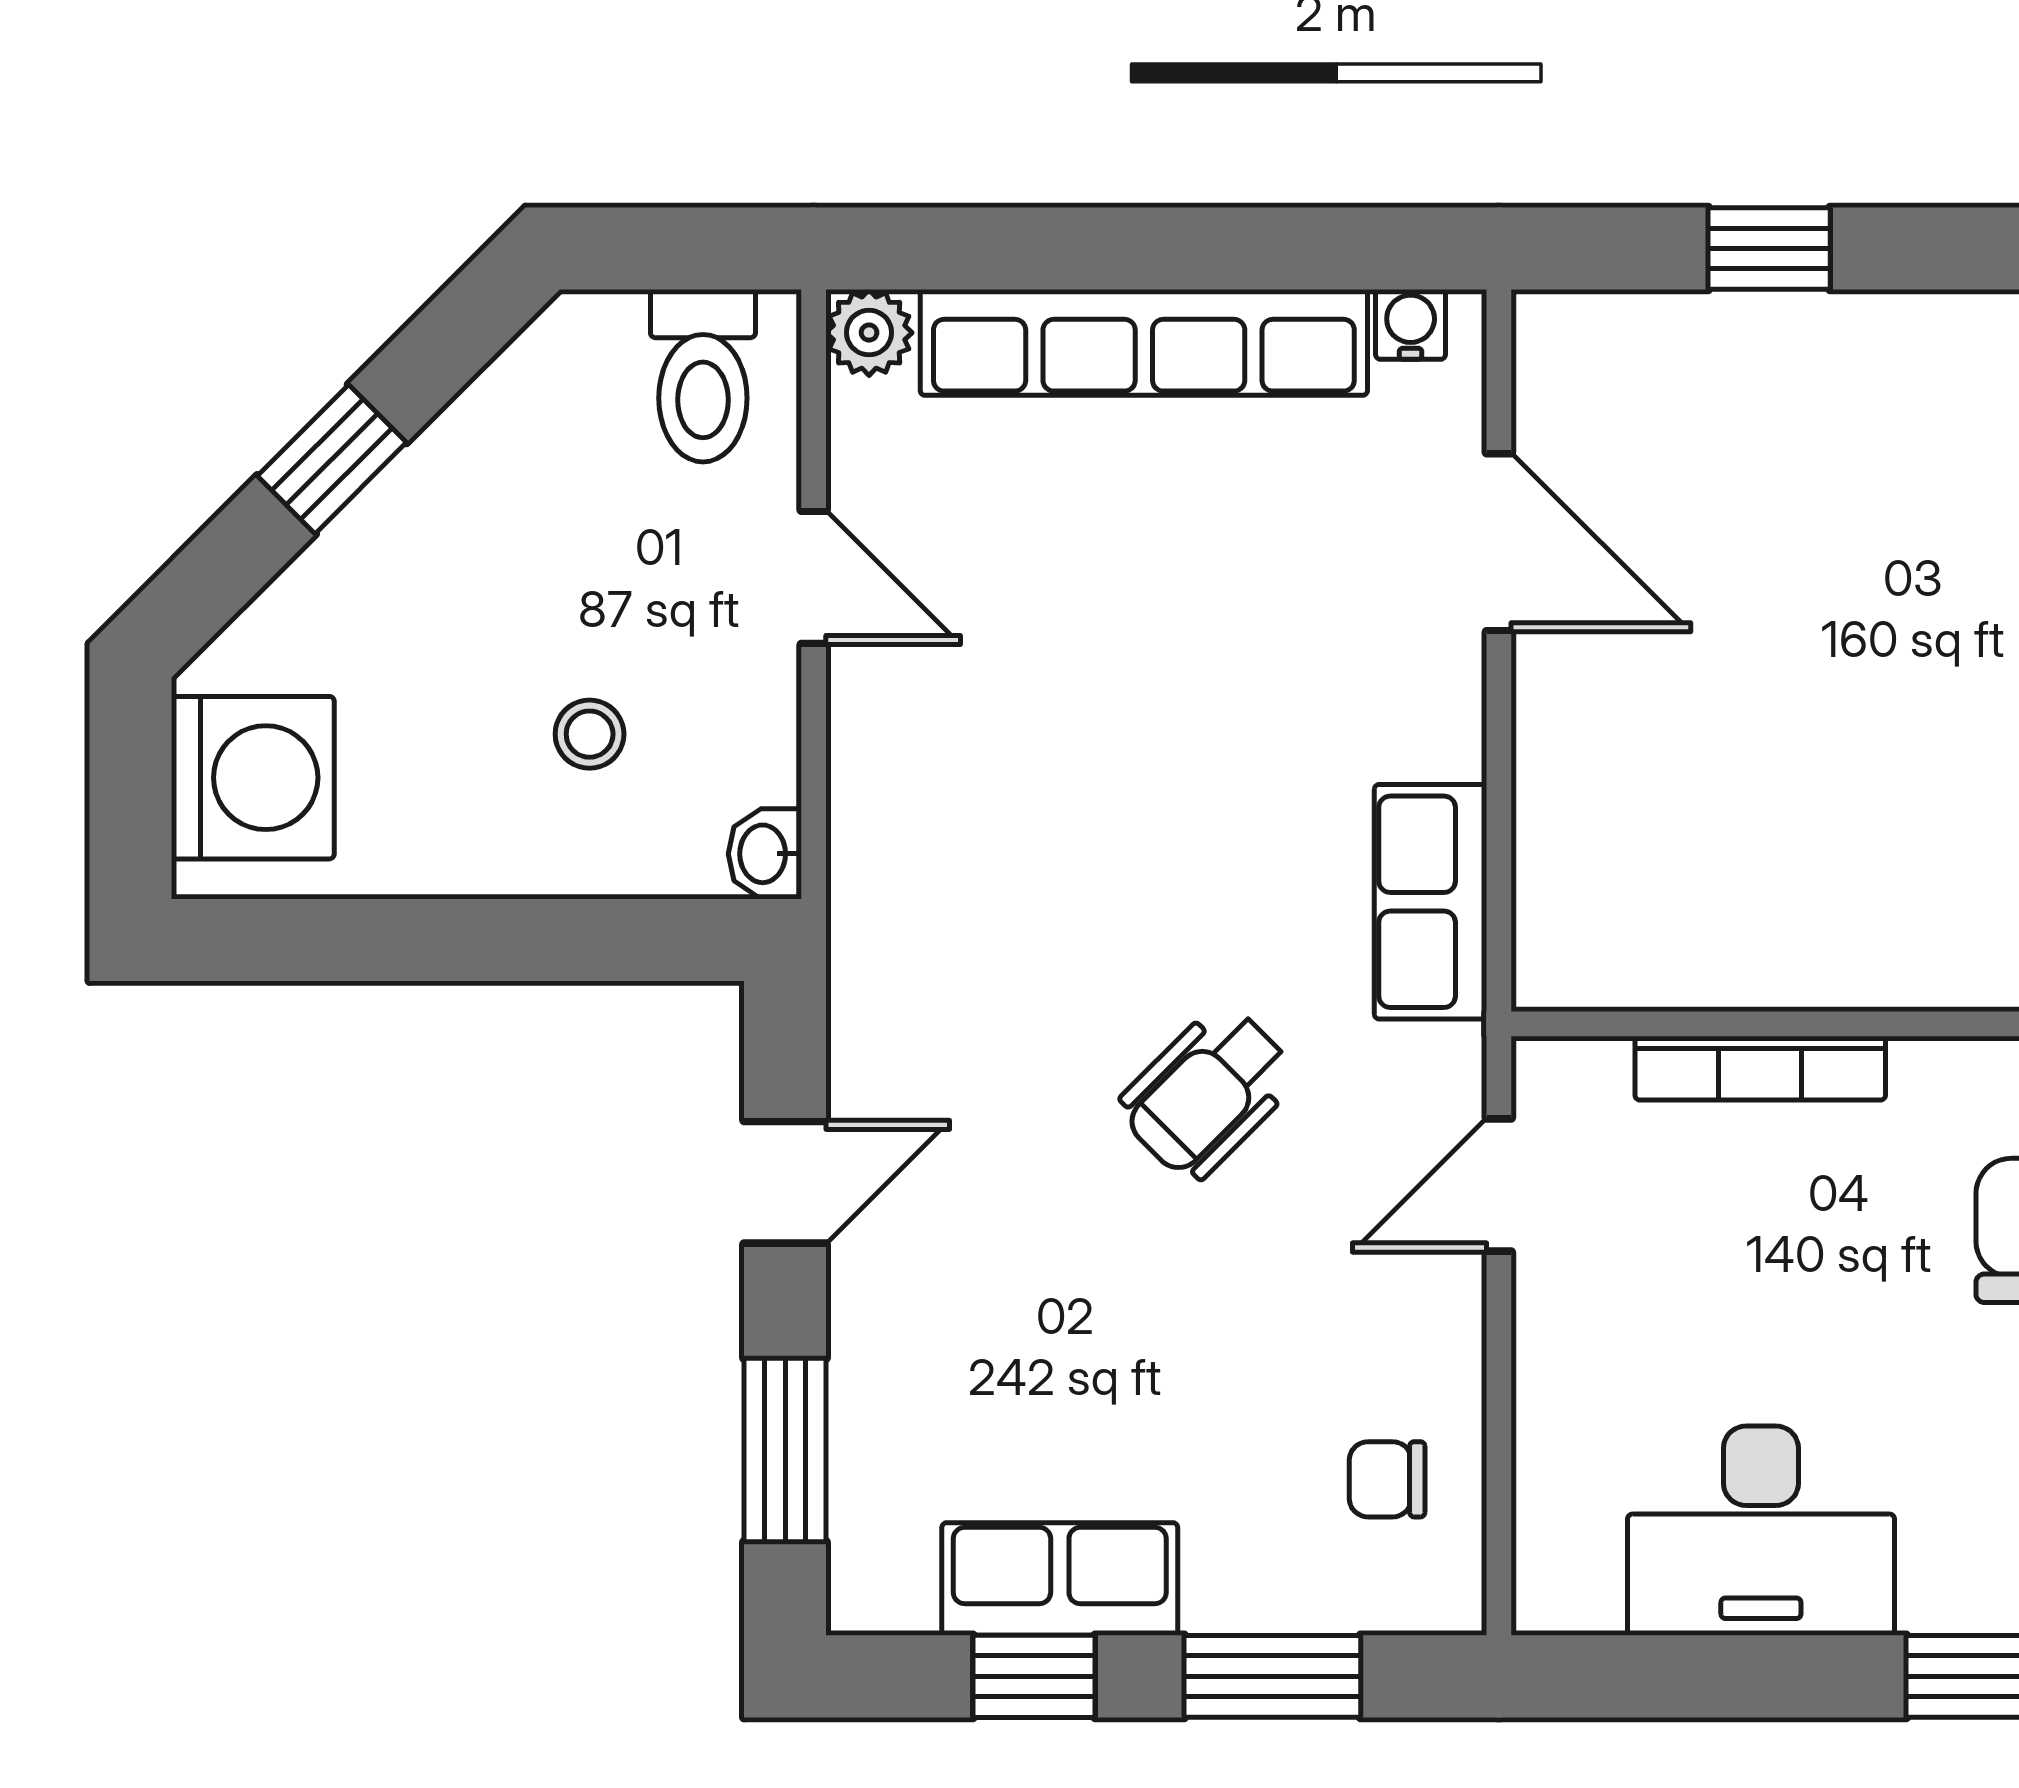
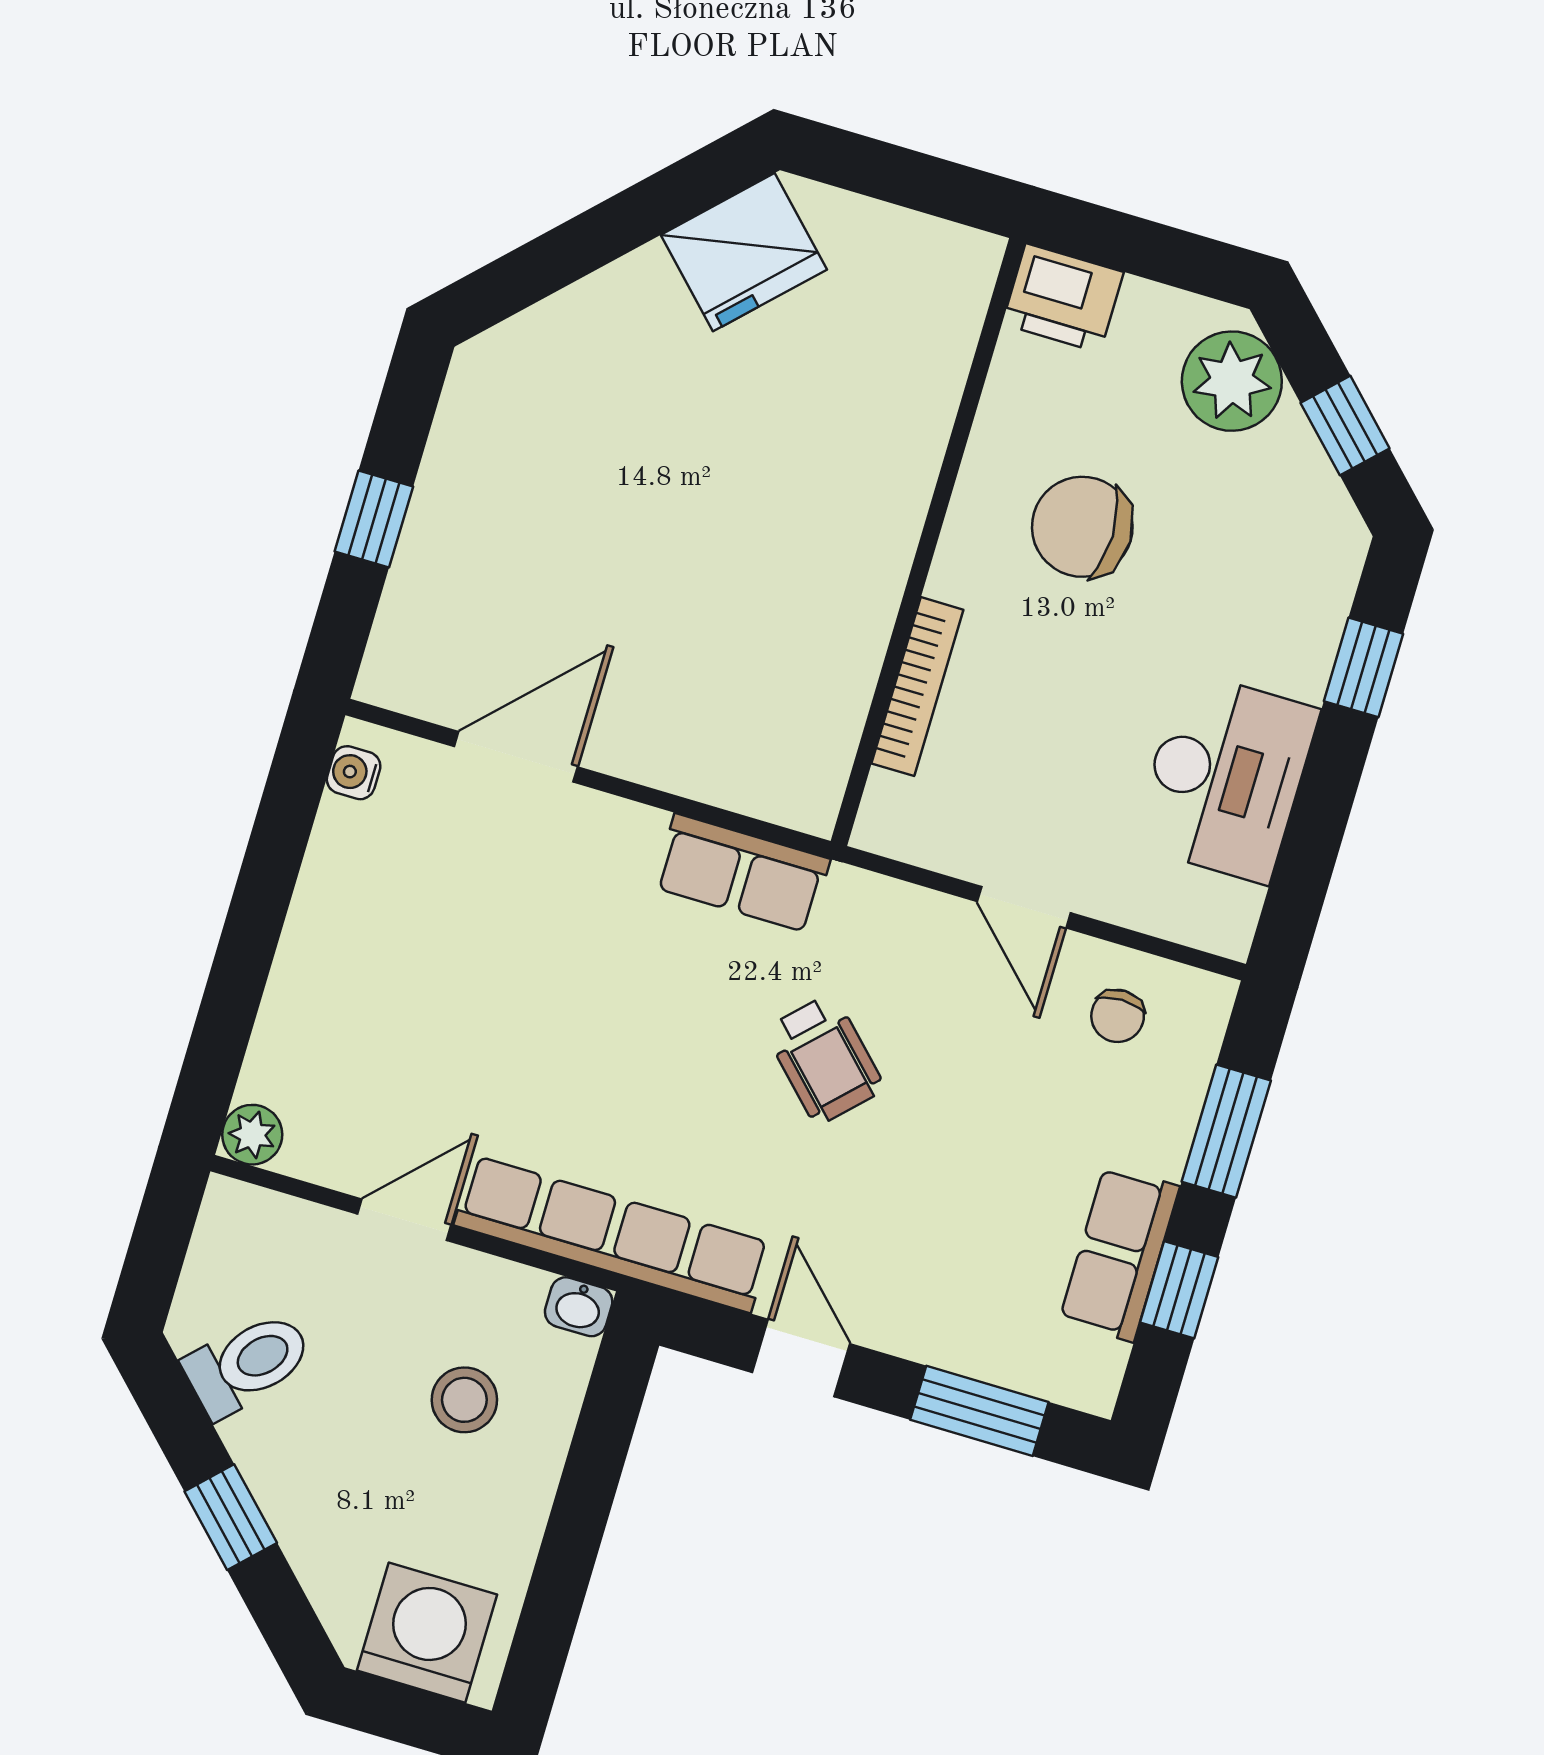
row of seats: (1144, 342) -> (612, 1234), moved, turned -90
toilet: (703, 376) -> (248, 1364), moved, turned -45
stool: (590, 734) -> (464, 1400), width x1.37, depth x1.37
door: (1499, 1185) -> (1024, 907), moved

